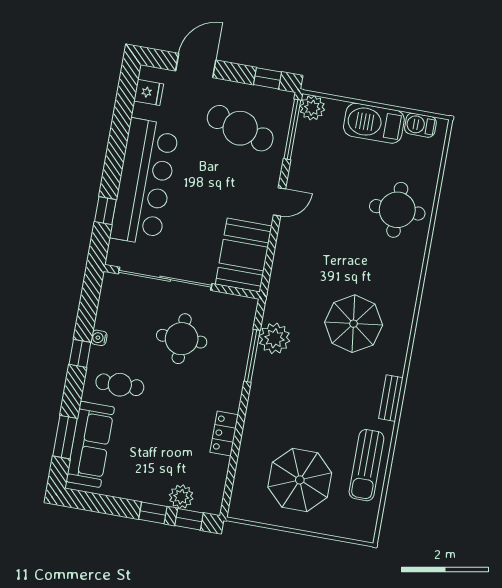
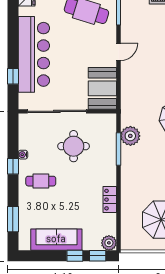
sofa: (90, 444) -> (56, 240), moved, turned -90
plant: (181, 497) -> (109, 243), moved

